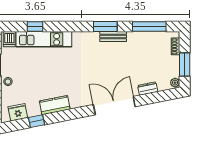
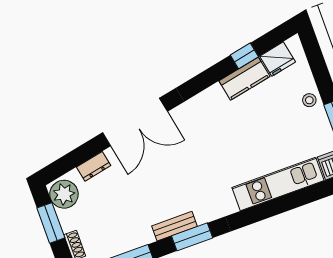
window: (35, 26) -> (298, 198), removed
plant: (175, 83) -> (64, 194), width x1.88, depth x1.88
kitchen counter: (55, 105) -> (244, 79), moved

